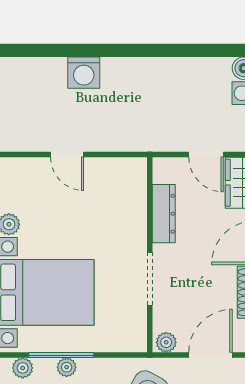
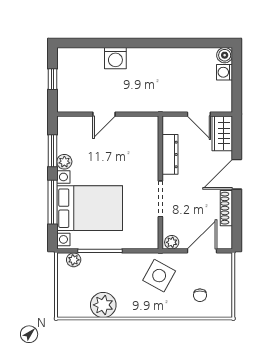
door: (67, 155) -> (104, 114), hinge flipped
plant: (67, 367) -> (104, 259), removed

